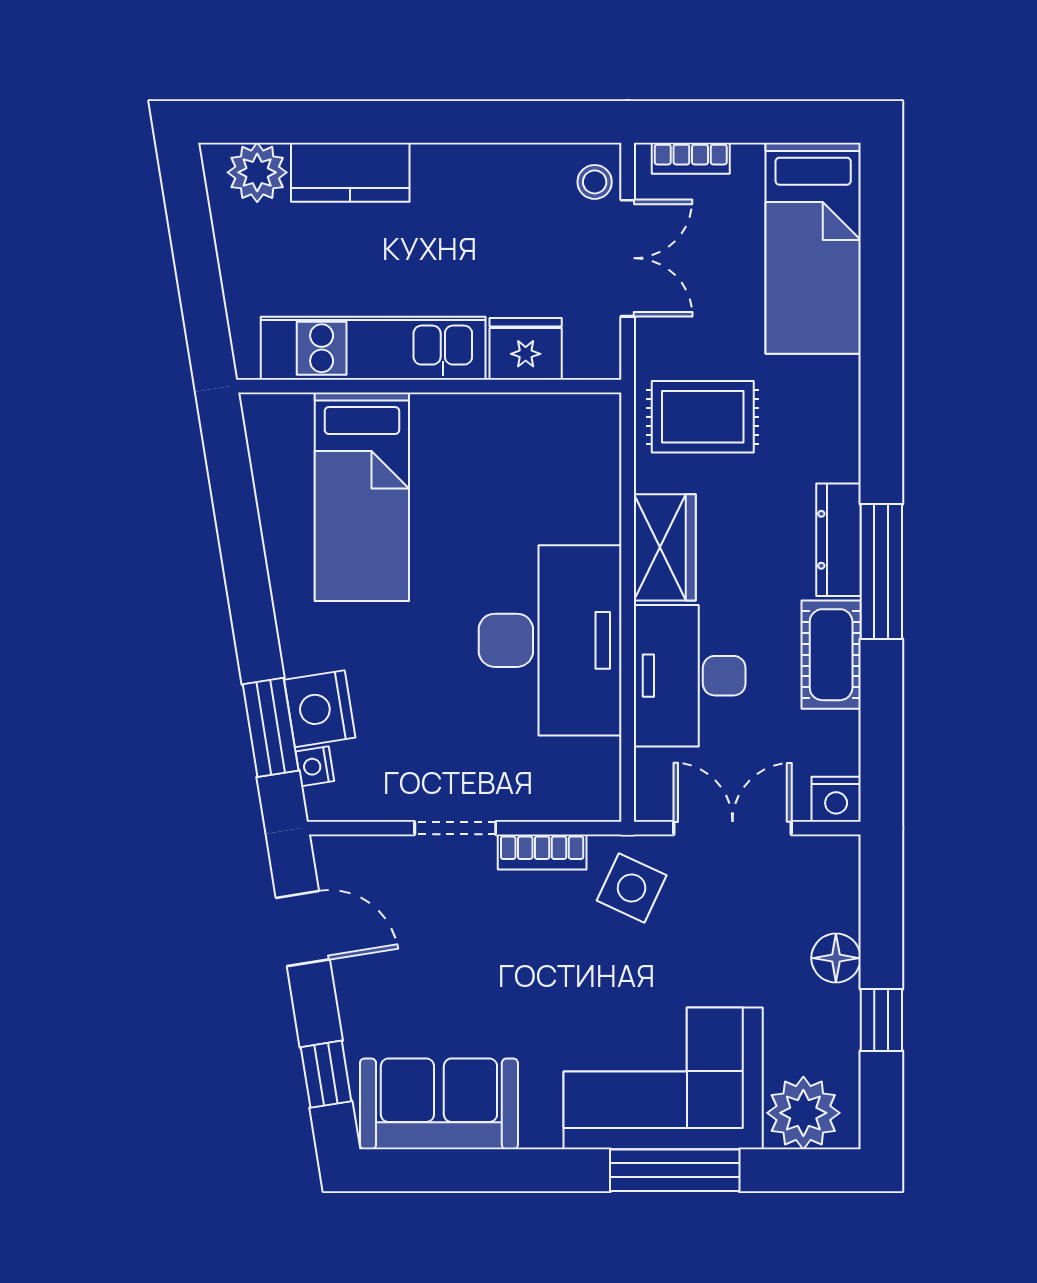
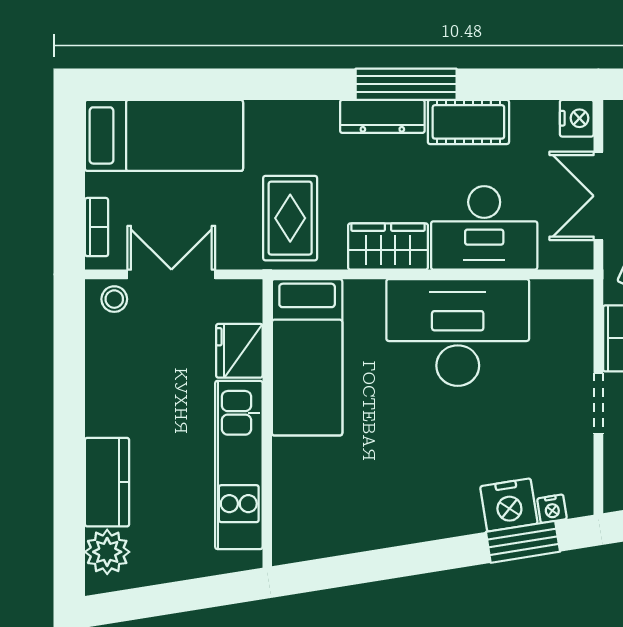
bed: (362, 497) -> (307, 357), moved, turned 90

